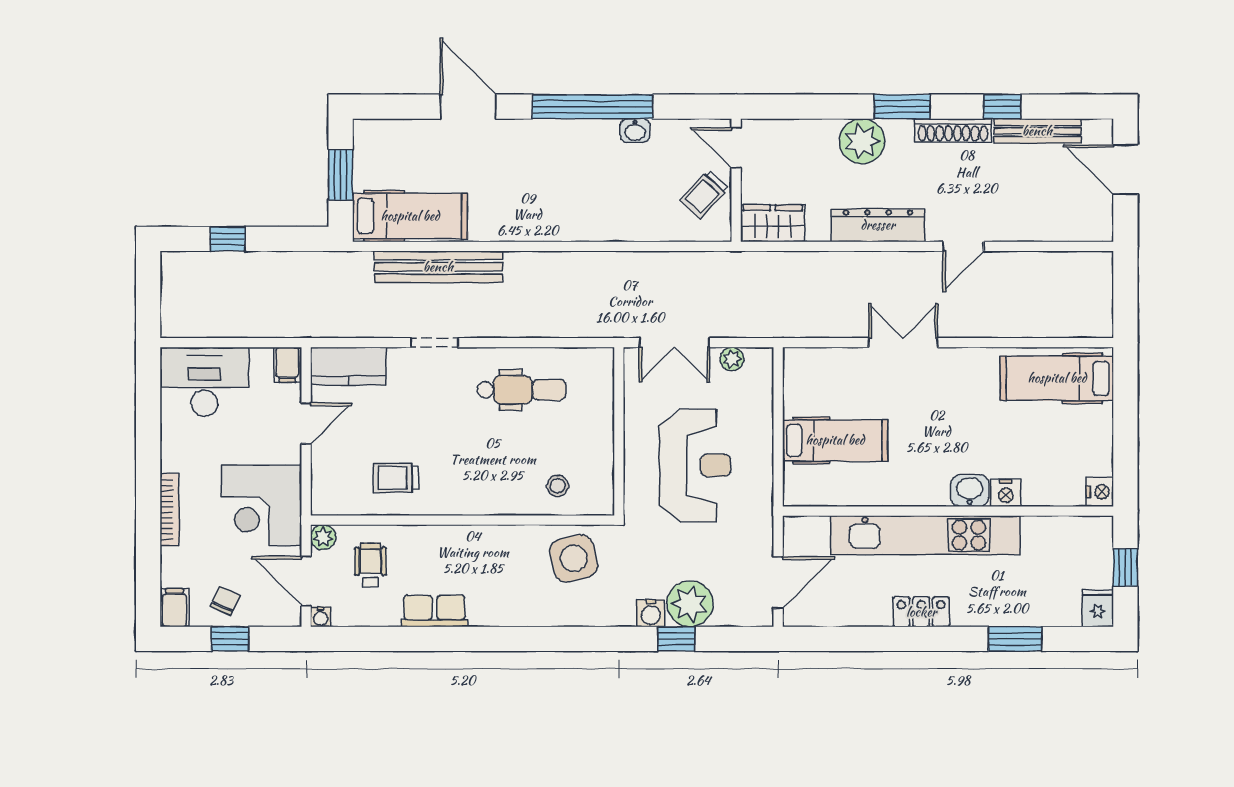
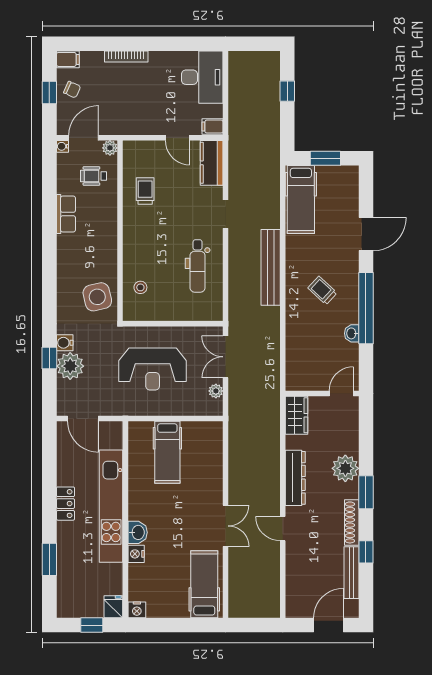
trolley: (704, 194) -> (322, 290), moved
bench: (438, 267) -> (271, 267), moved
double door: (903, 343) -> (226, 526), moved
corner desk: (261, 505) -> (129, 111), removed
wheelchair: (370, 565) -> (93, 176), turned 180
fridge: (1098, 608) -> (113, 607), moved, turned -90

